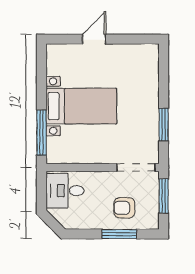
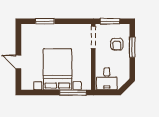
bed with nightstands: (81, 106) -> (57, 69), width x1.36
window: (164, 125) -> (45, 21), moved

